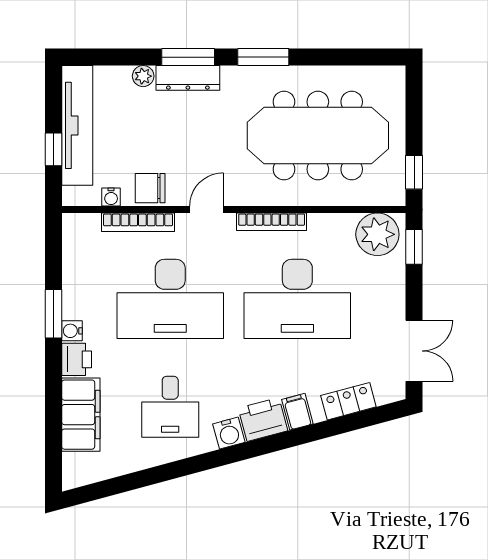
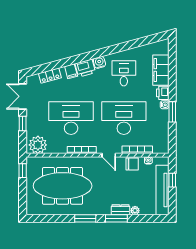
dresser: (188, 78) -> (120, 210), width x0.70
door: (207, 210) -> (109, 155), hinge flipped
window: (414, 247) -> (23, 124), moved

